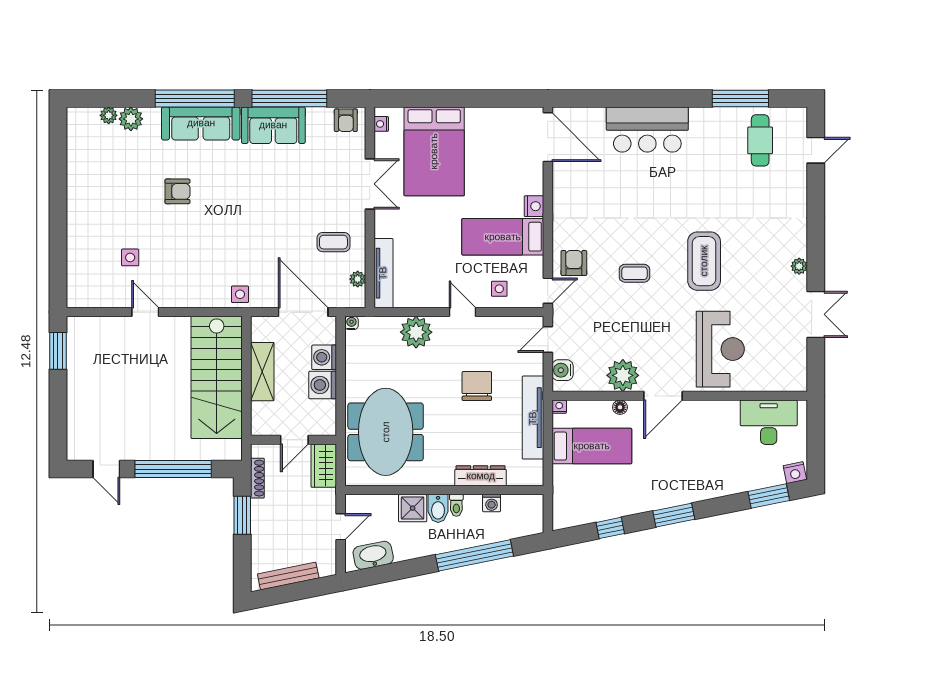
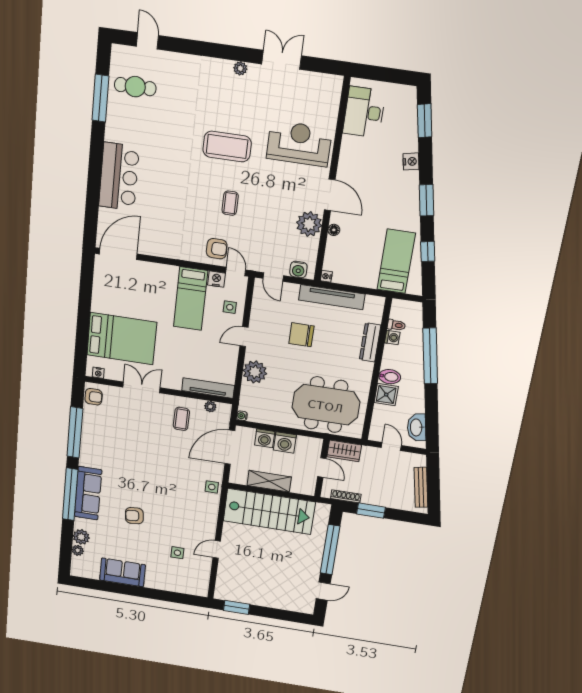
sofa: (273, 125) -> (123, 572), moved, turned -90
armchair: (177, 191) -> (134, 516), turned -96
nightstand: (534, 206) -> (216, 279), moved
armchair: (574, 263) -> (217, 249), turned 180
bed: (592, 446) -> (396, 261), moved
nightstand: (795, 473) -> (411, 161), moved
toilet: (456, 505) -> (396, 325), moved

